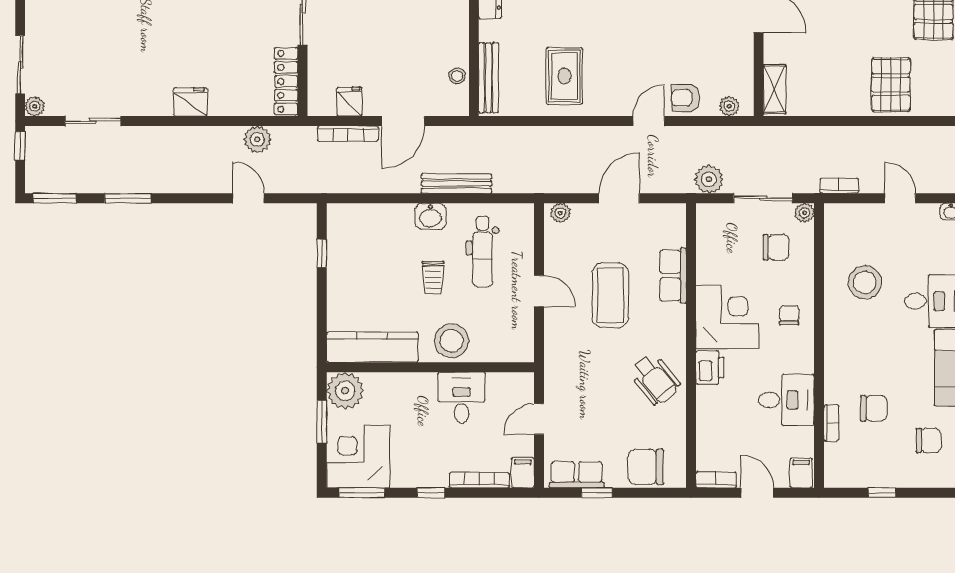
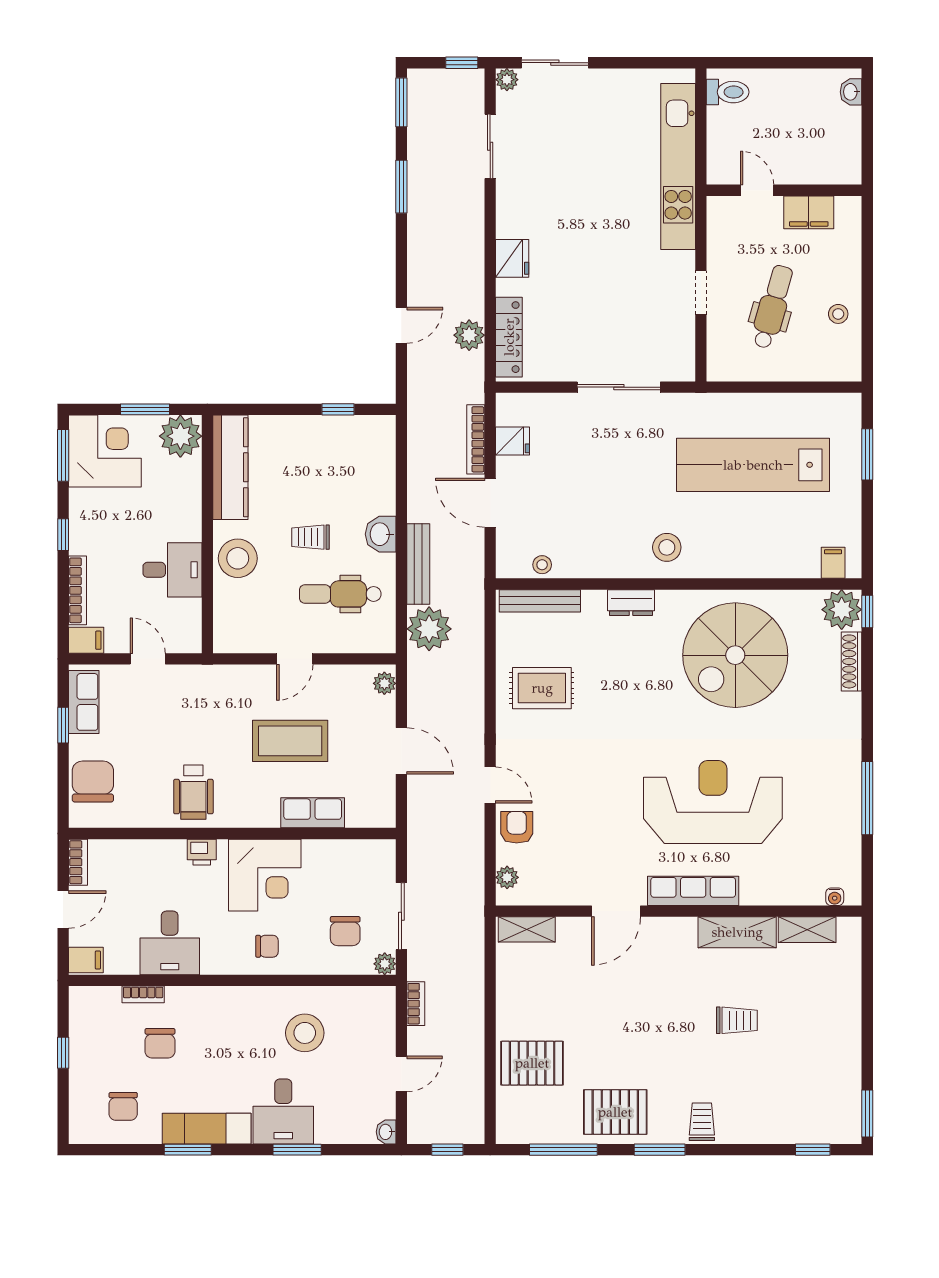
locker: (286, 81) -> (509, 337), moved, turned 90
plant: (709, 179) -> (429, 629), moved, width x1.36, depth x1.36
printer: (710, 368) -> (202, 852), width x0.73, depth x0.81
wheelchair: (655, 379) -> (193, 792), turned -51

